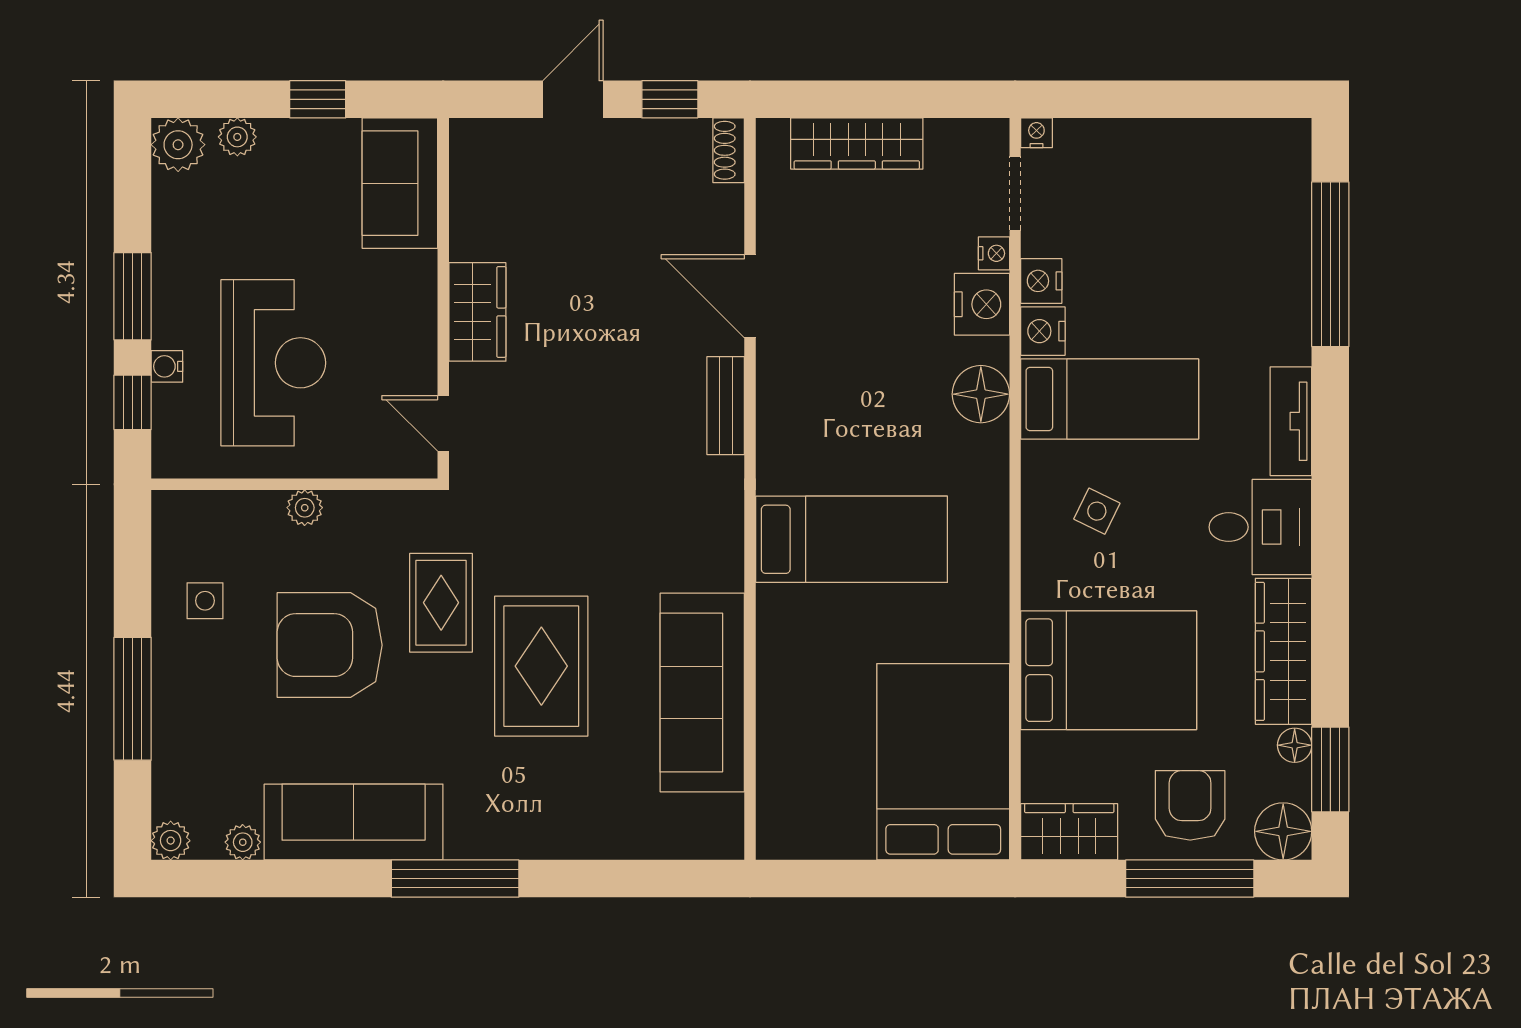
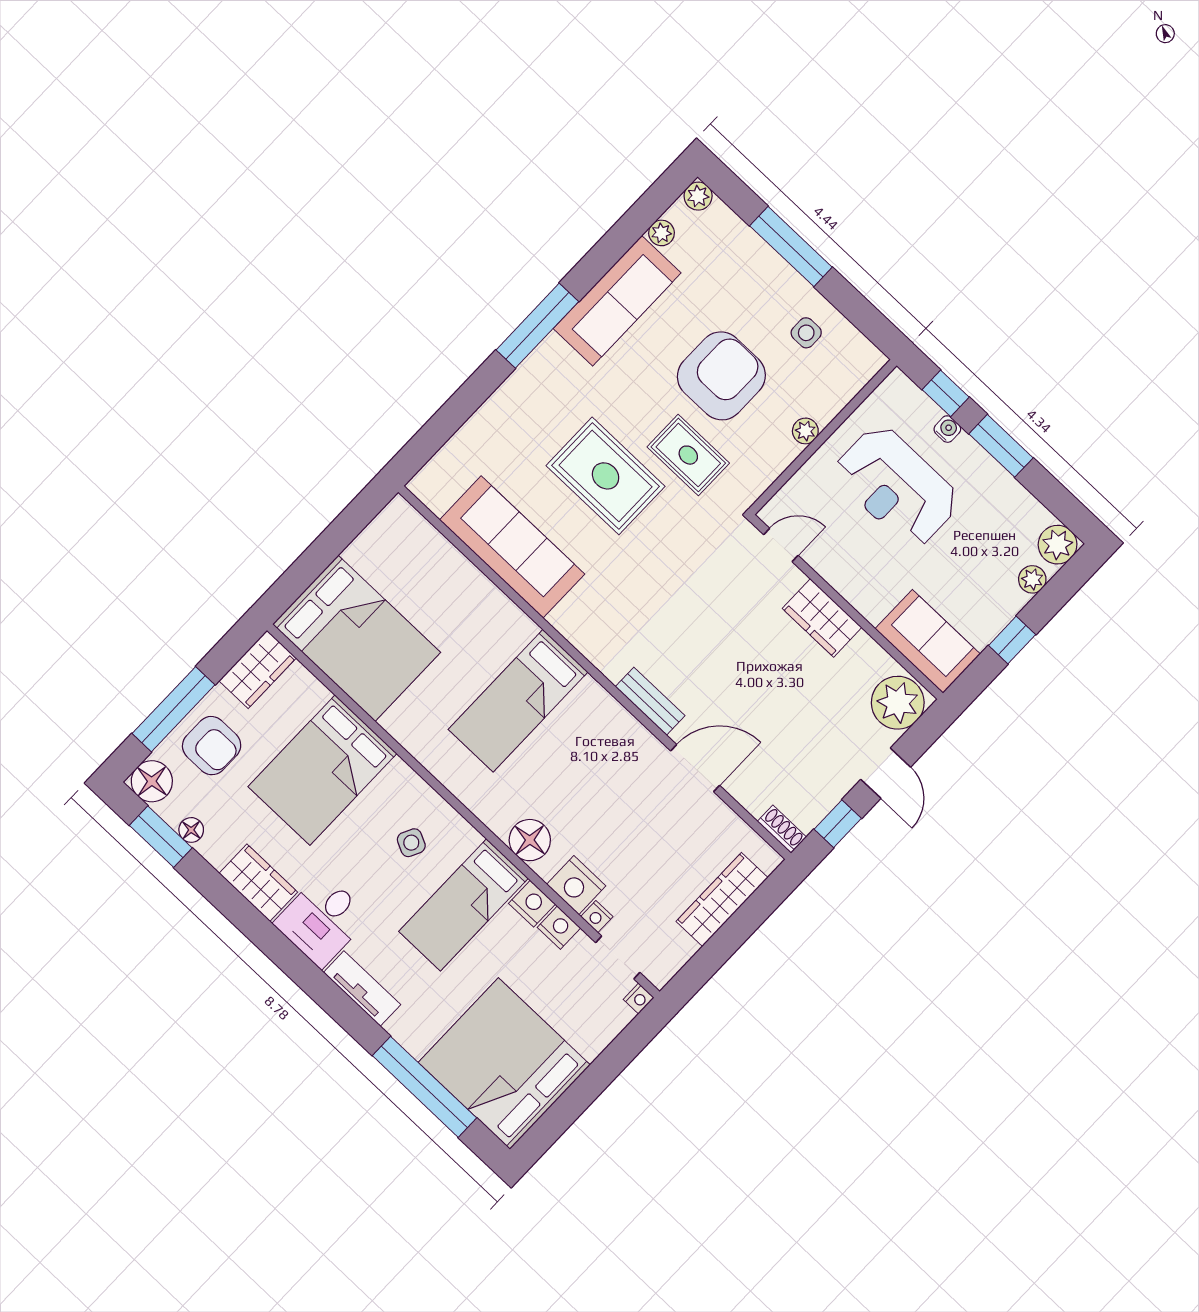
plant: (490, 155) -> (898, 703), added
bed: (1231, 206) -> (504, 1064), added
wardrobe: (1284, 651) -> (258, 883), width x0.67

